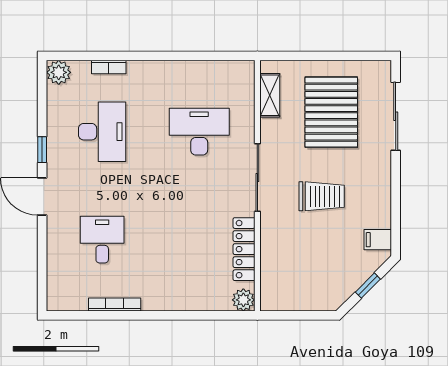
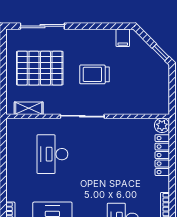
trolley: (322, 196) -> (94, 74), turned -90
locker: (244, 249) -> (162, 155), moved, turned 90
window: (368, 286) -> (161, 52), moved

